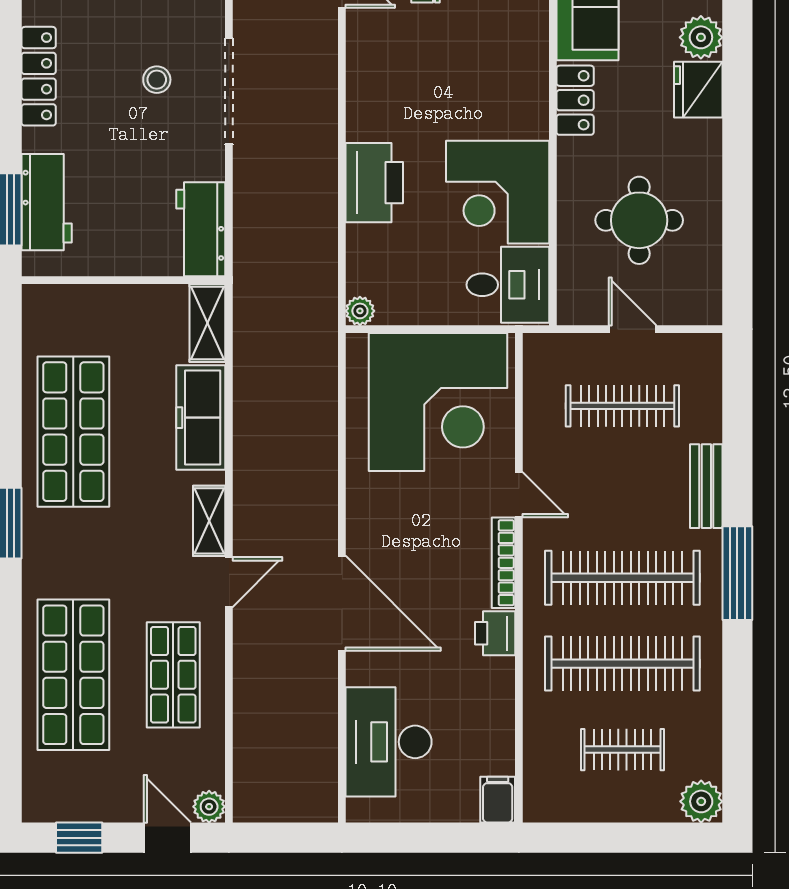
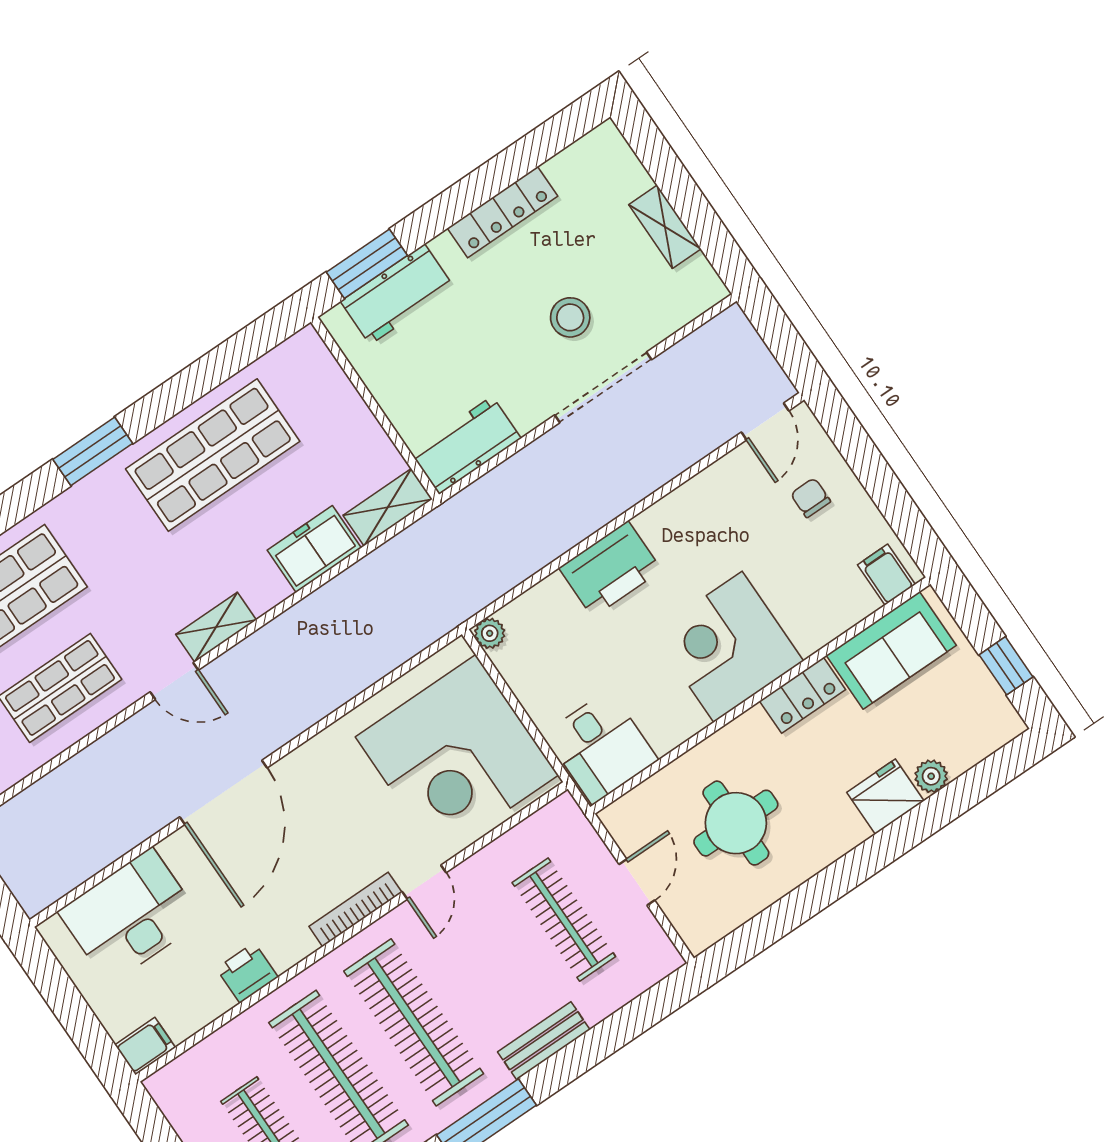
plant: (701, 37) -> (931, 776), width x0.73, depth x0.73
stool: (157, 80) -> (570, 317), width x1.37, depth x1.37
corner desk: (498, 192) -> (728, 647), moved
freezer: (201, 418) -> (314, 549), width x0.71
printer: (495, 633) -> (247, 973), moved

